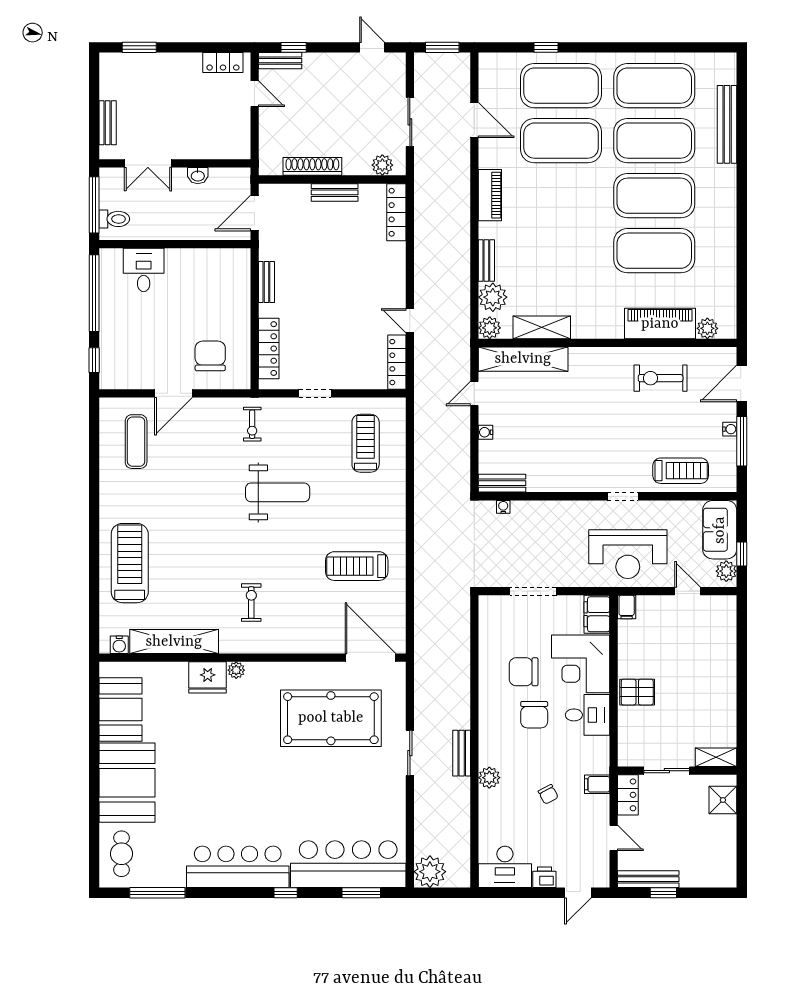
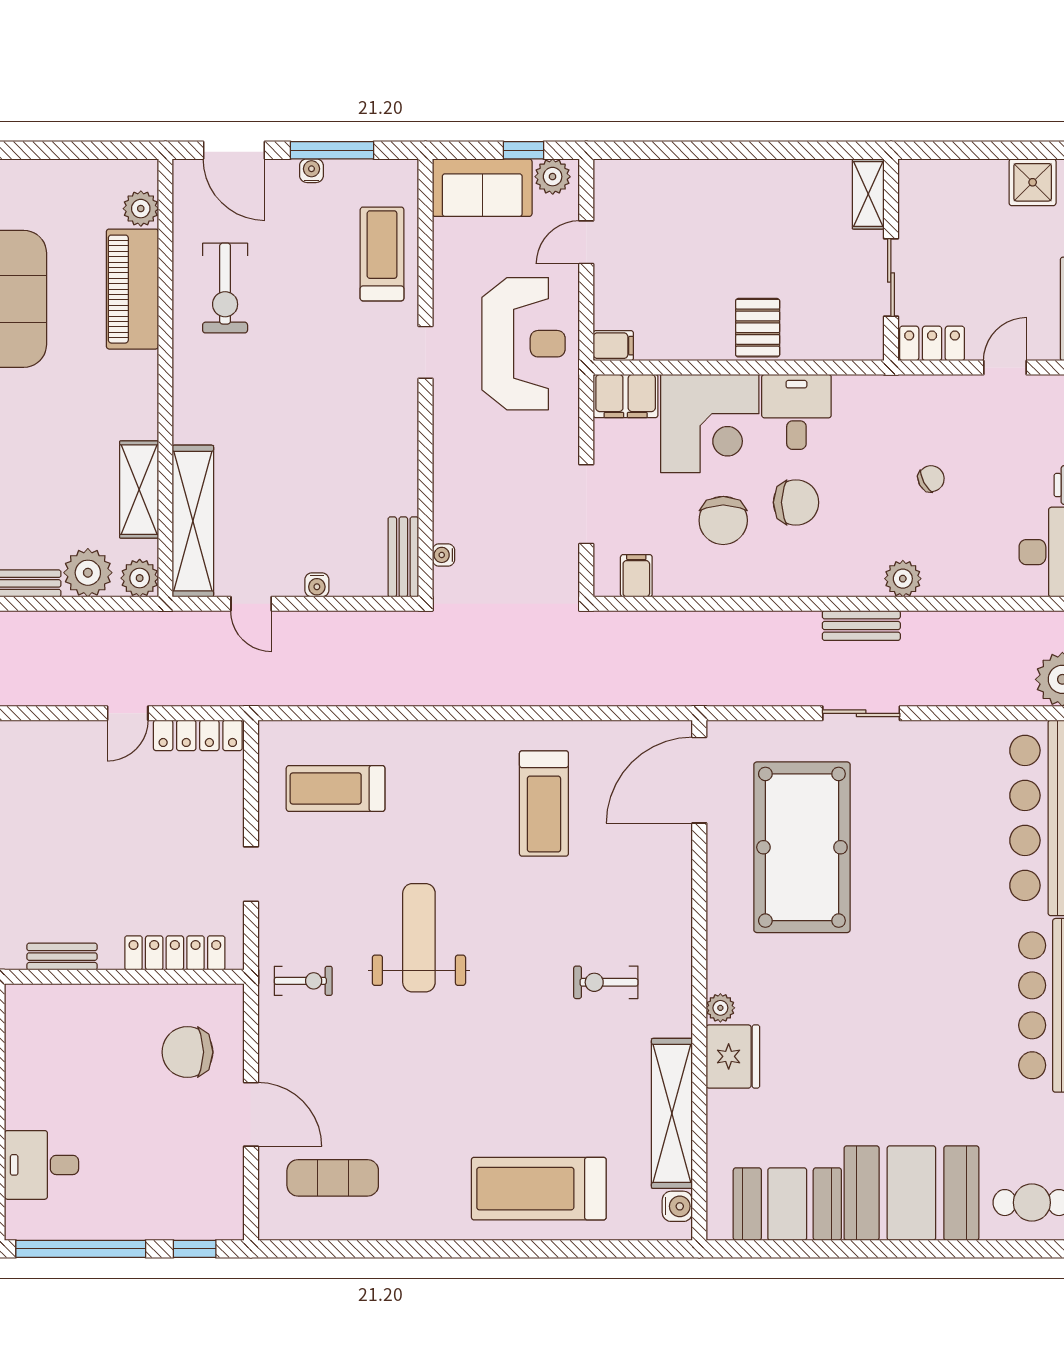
filing cabinet: (597, 784) -> (636, 576), moved, turned 180
shower: (723, 800) -> (1033, 182), moved

